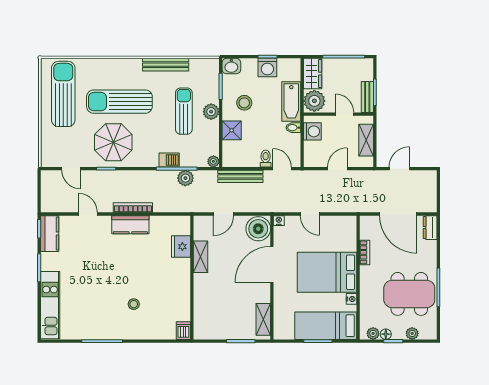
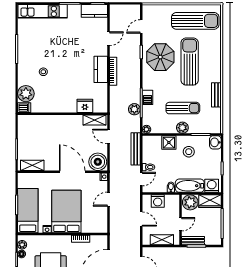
bench: (166, 65) -> (216, 95), width x0.73
washing machine: (267, 68) -> (212, 186), moved, turned 90
washing machine: (312, 131) -> (158, 201), moved
shelving: (200, 257) -> (94, 120), moved
plant: (164, 328) -> (26, 94), added

